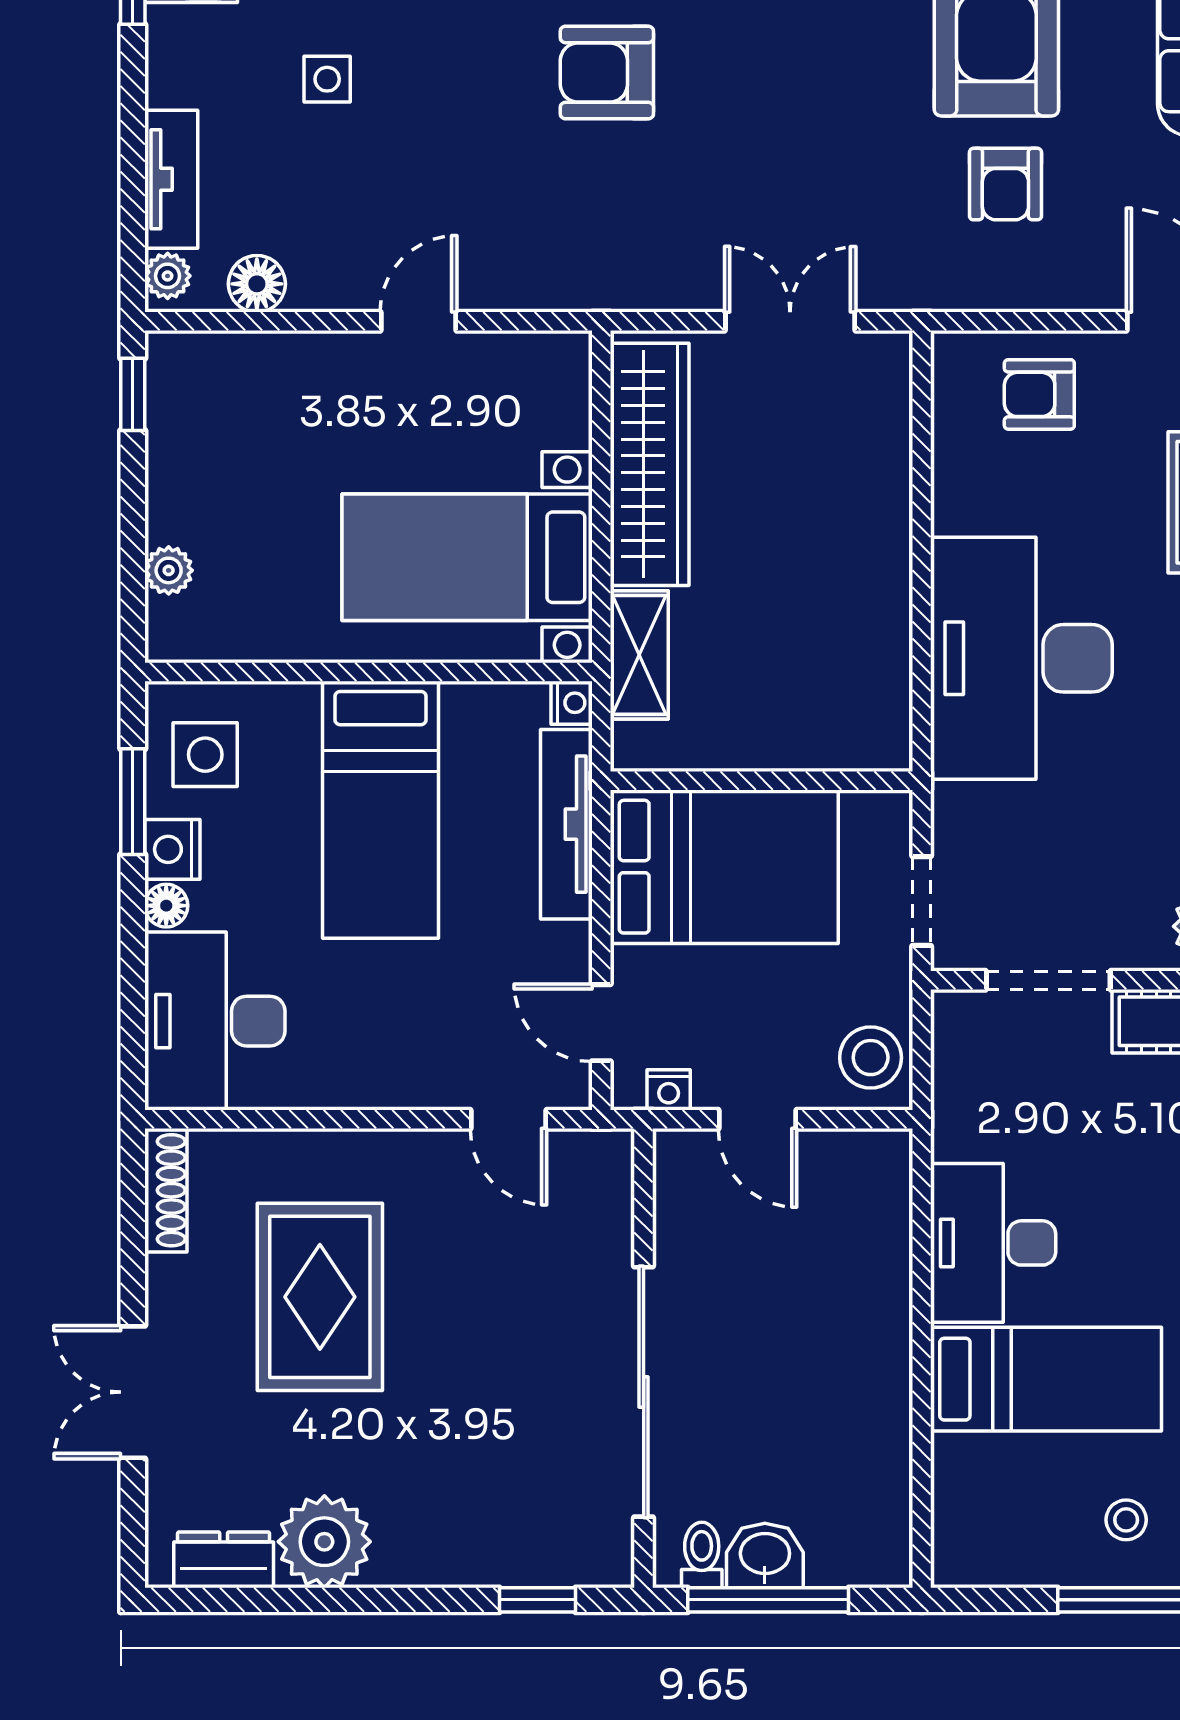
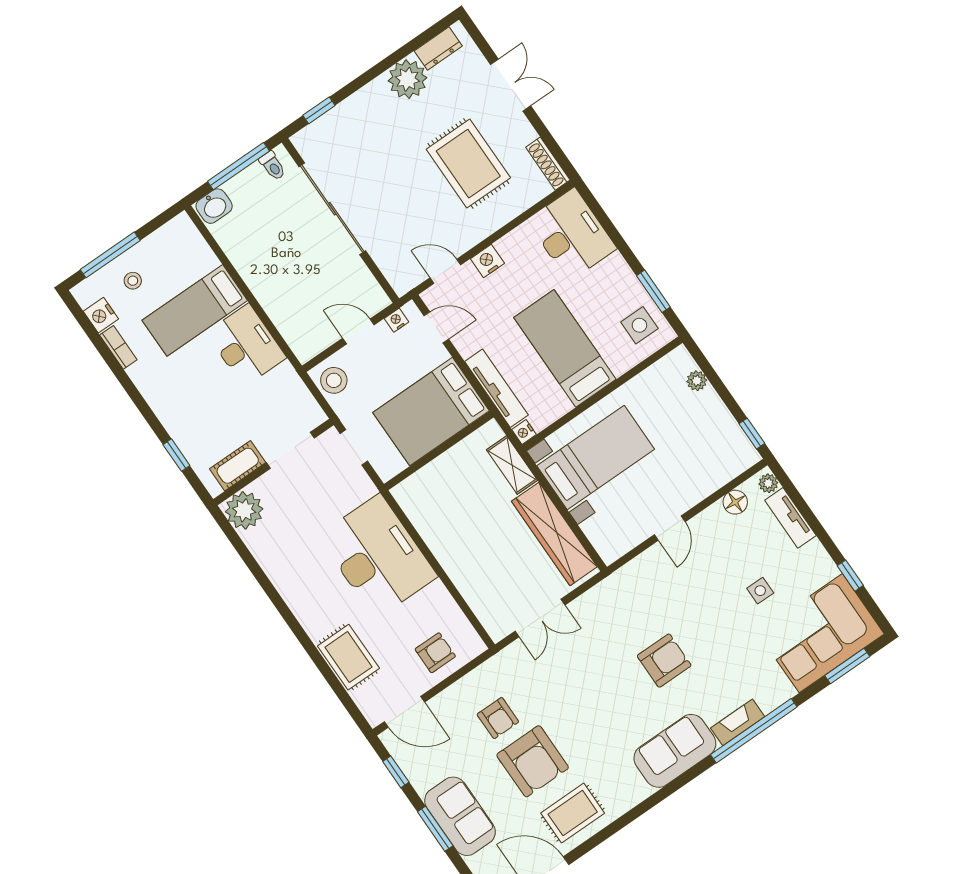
armchair: (1005, 184) -> (498, 718), turned 180
nightstand: (172, 849) -> (487, 261), moved, turned -90
floor lamp: (166, 906) -> (617, 263), removed
washbasin: (765, 1555) -> (214, 206), moved

